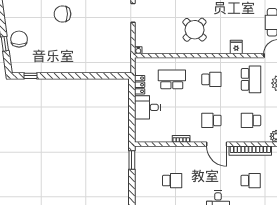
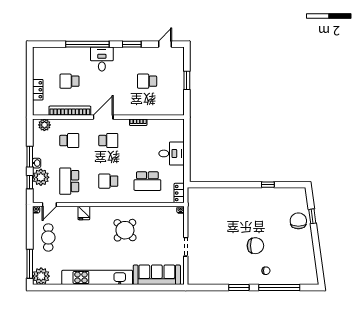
chair: (19, 39) -> (298, 221), turned 180
window: (30, 76) -> (268, 185), moved
locker: (140, 85) -> (179, 193), moved
door: (217, 144) -> (103, 117), hinge flipped
window: (132, 160) -> (187, 80), moved

